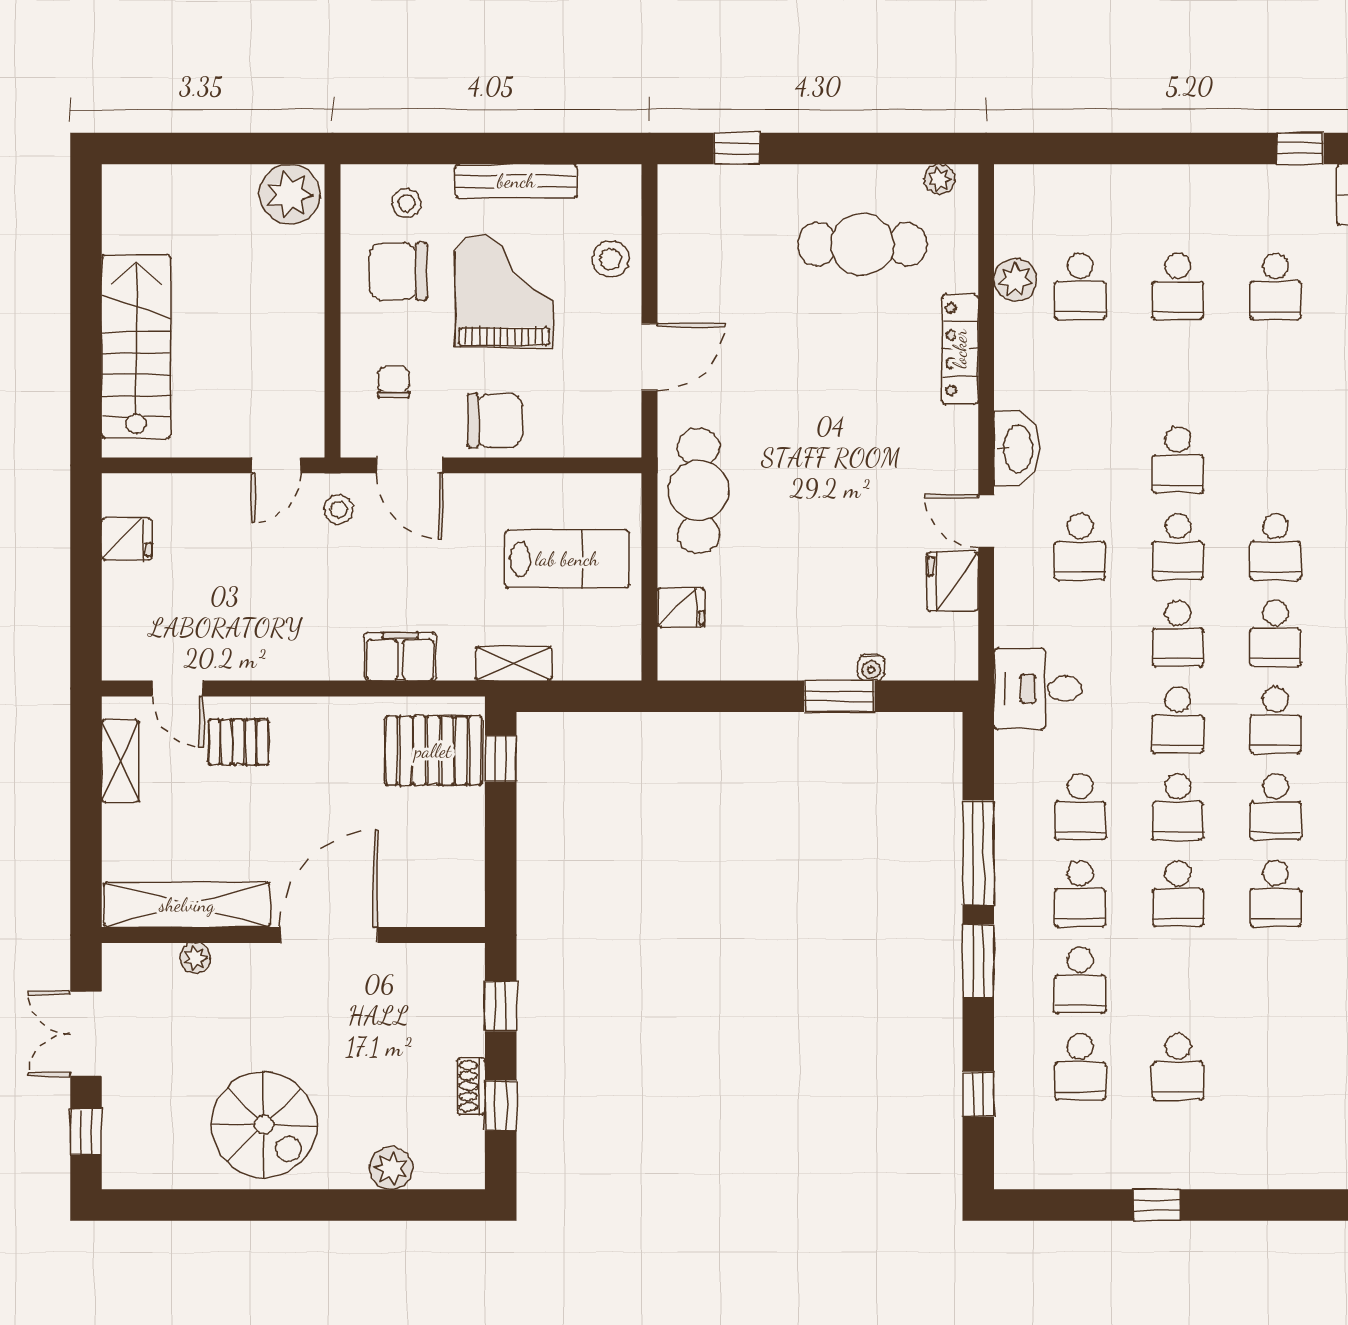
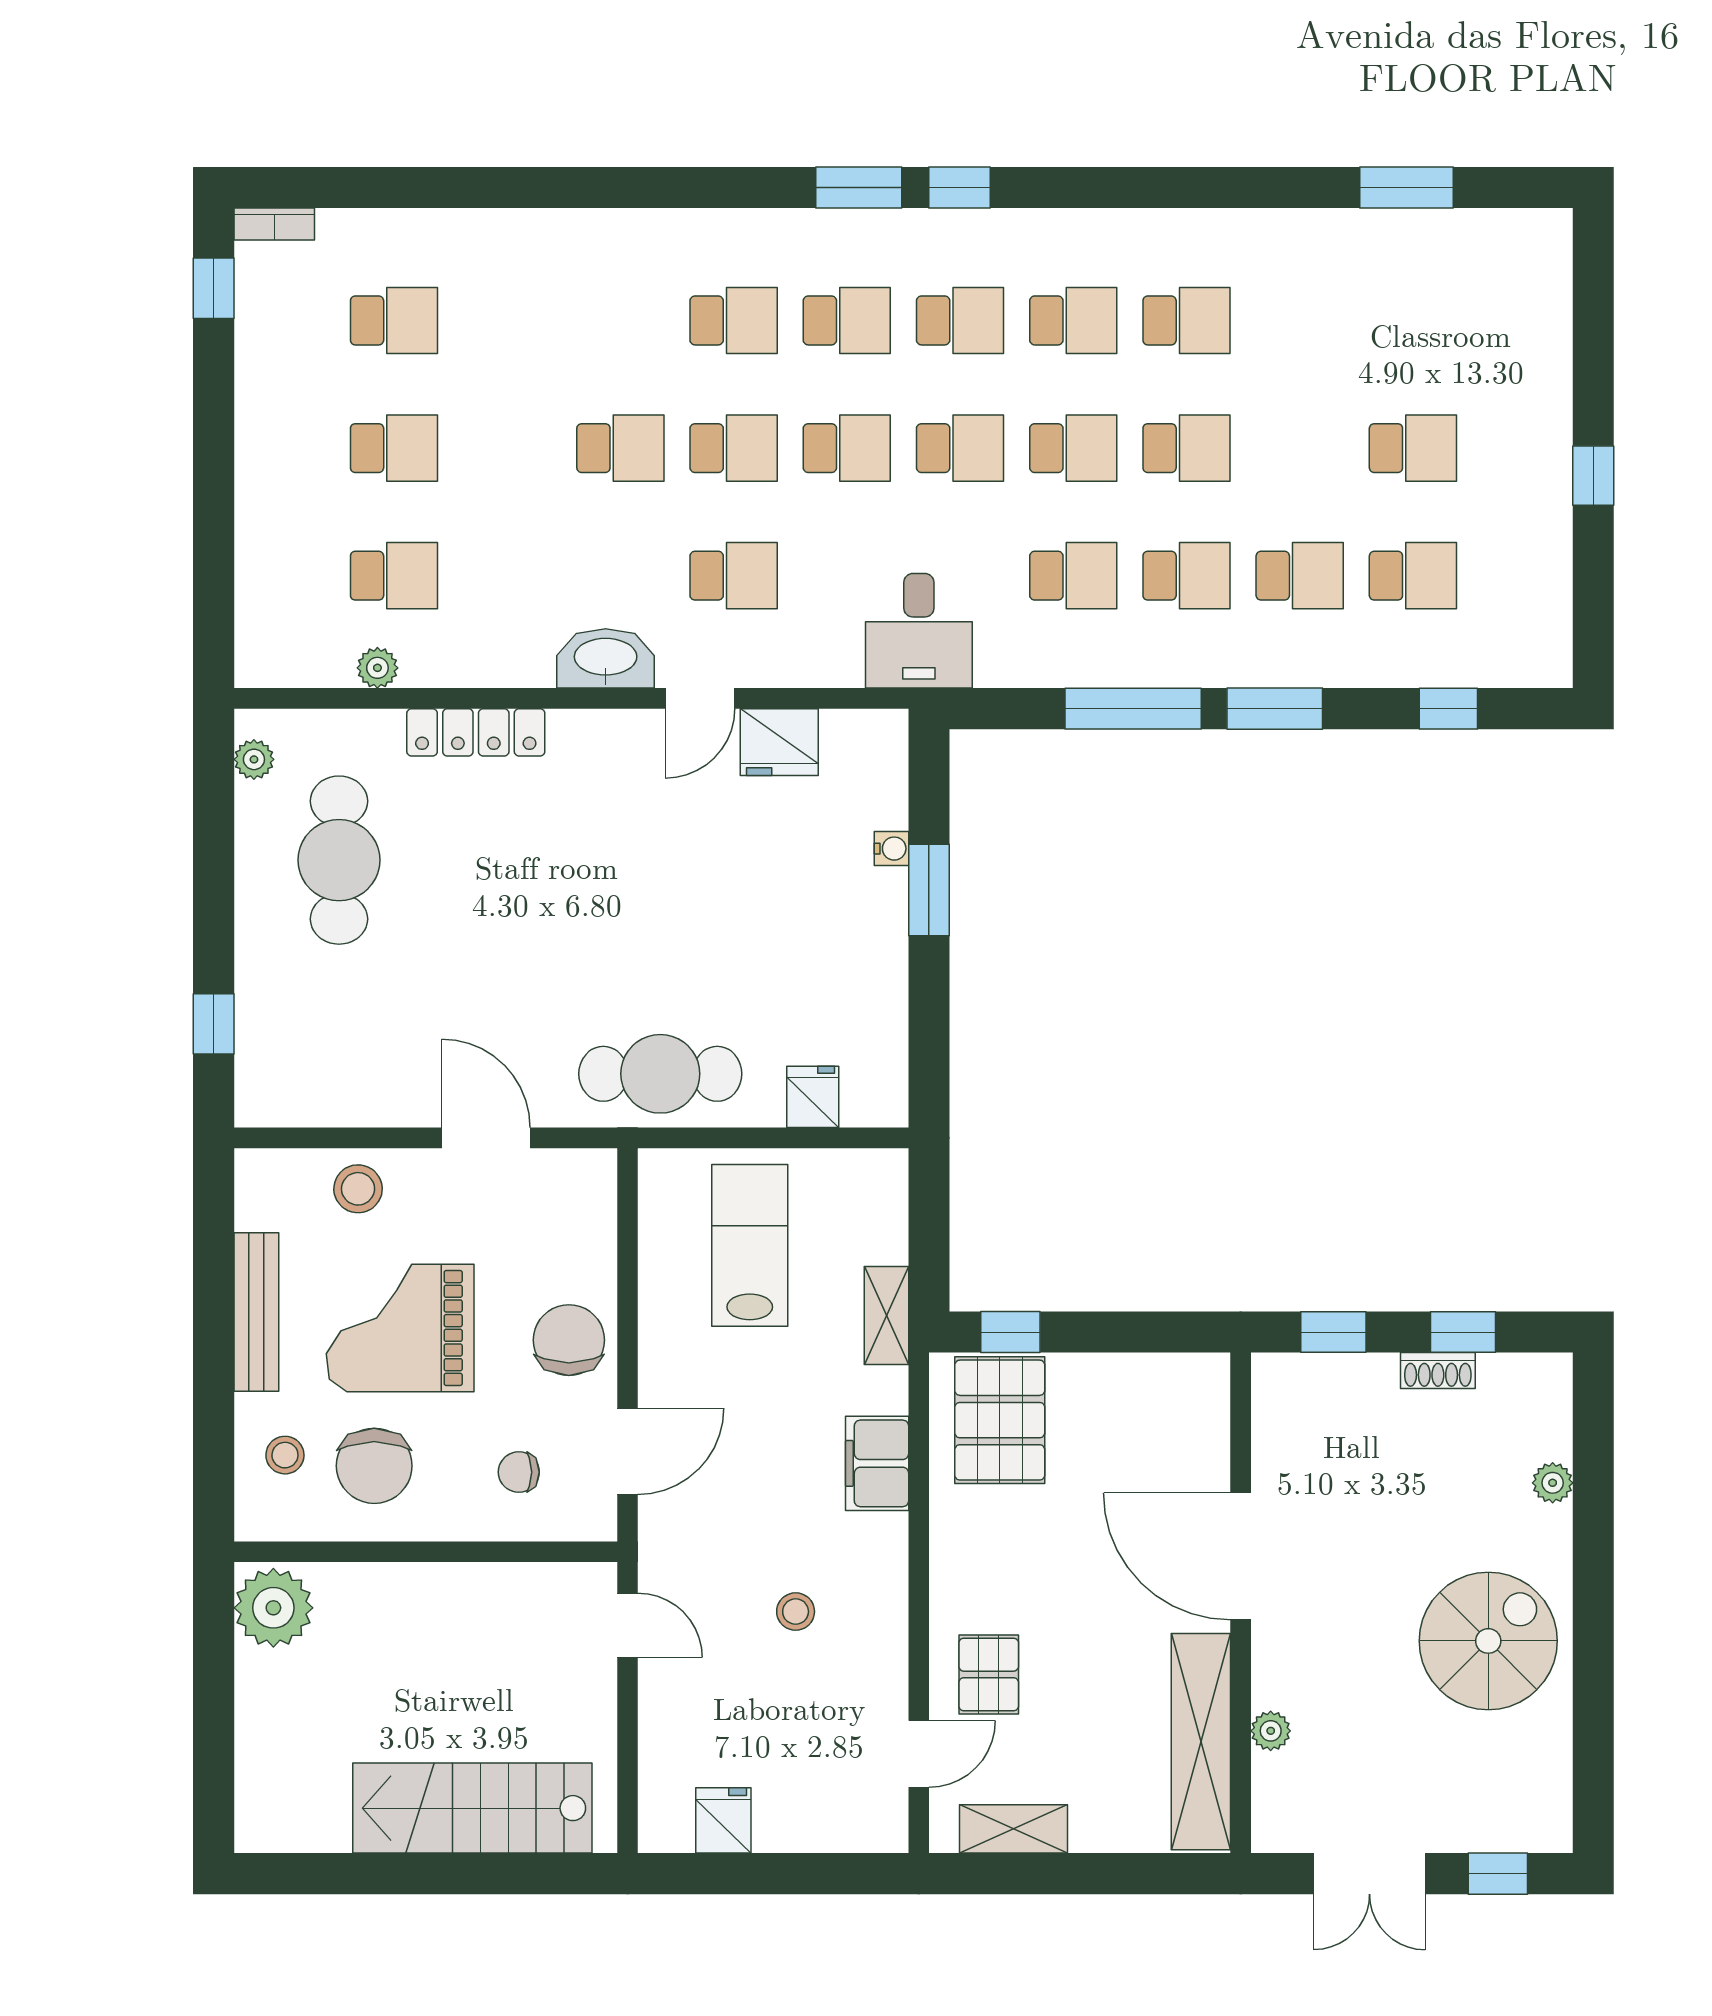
plant: (1015, 280) -> (377, 668), width x0.73, depth x0.73
stool: (339, 509) -> (796, 1612), moved
plant: (391, 1168) -> (1553, 1483), width x0.73, depth x0.73

